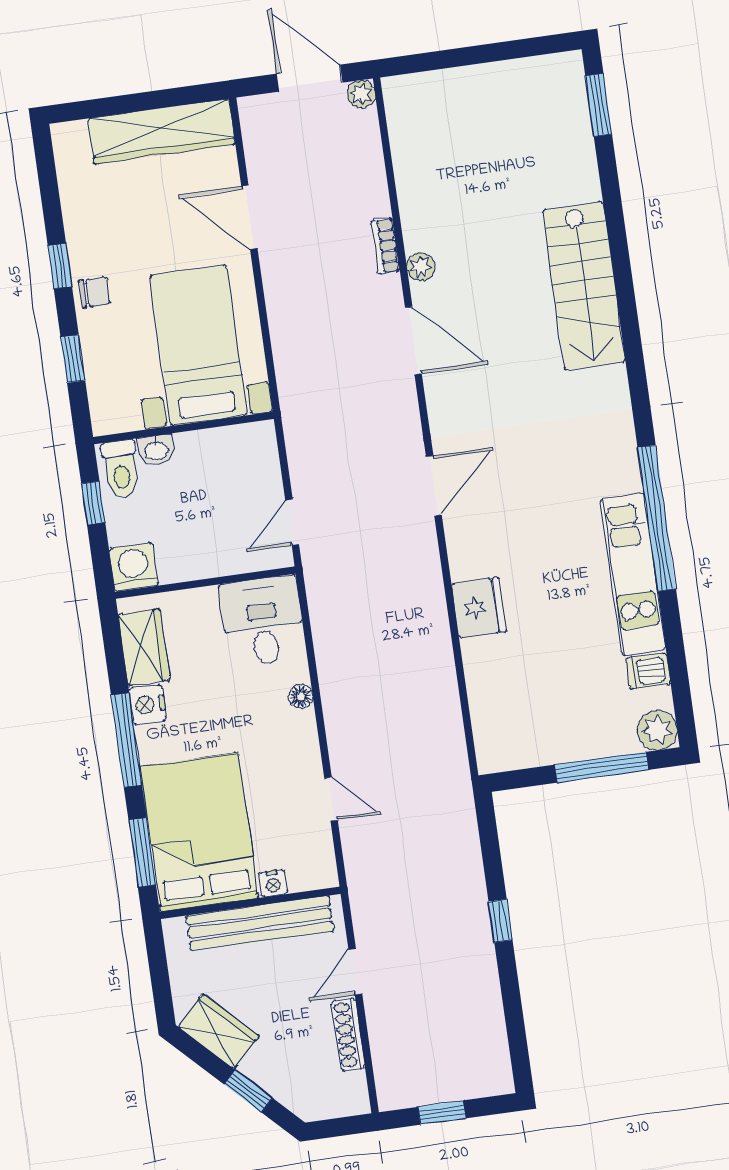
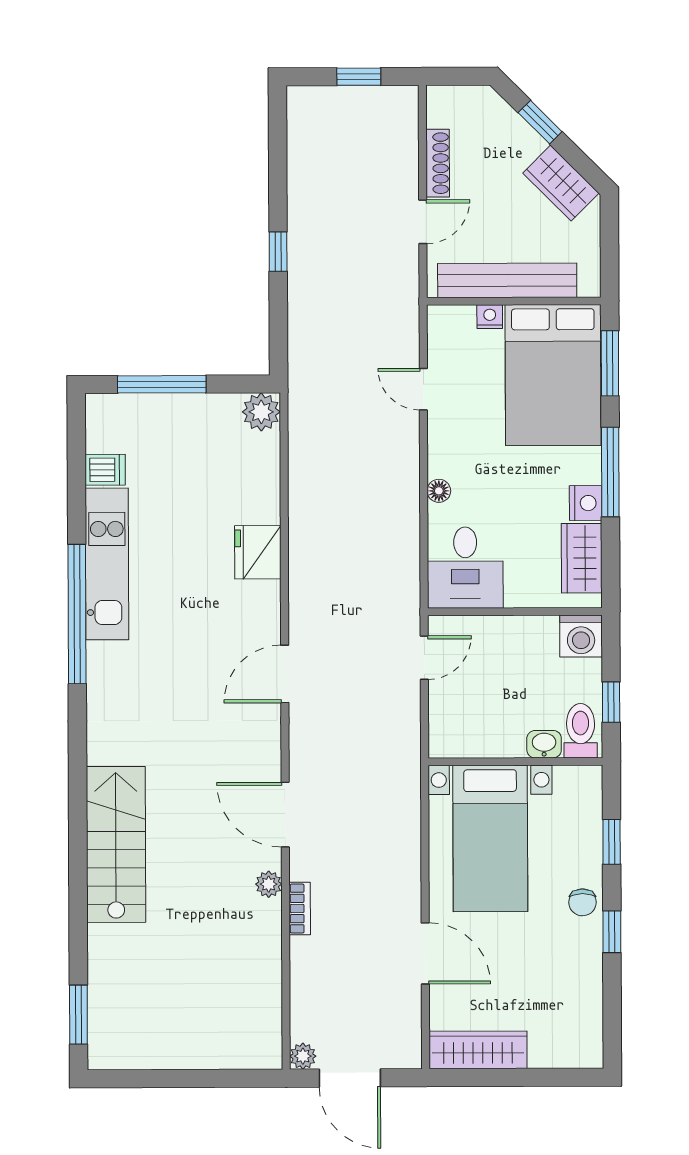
wardrobe: (162, 131) -> (478, 1050), width x0.71, depth x0.85
chair: (94, 292) -> (582, 902), turned -90
plant: (657, 730) -> (261, 412), moved

